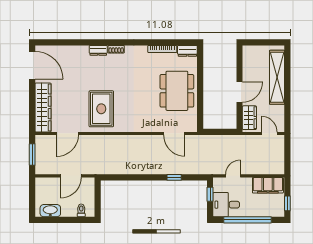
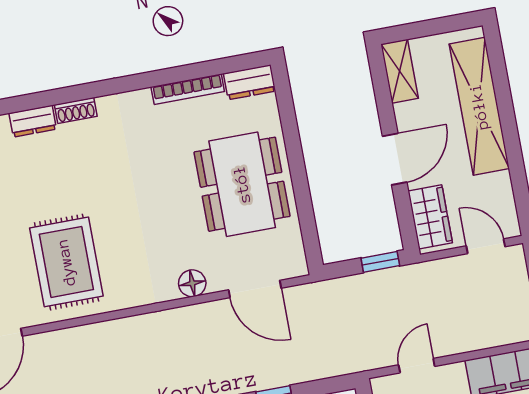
shelving: (248, 58) -> (400, 71), added
floor lamp: (150, 127) -> (192, 283), added
window: (226, 132) -> (380, 262), added

